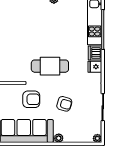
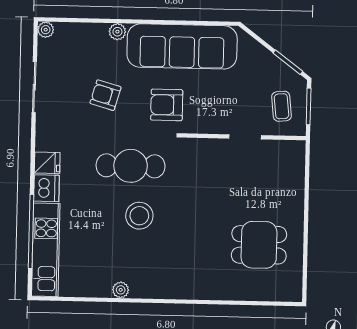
stool: (45, 39) -> (139, 216), added

